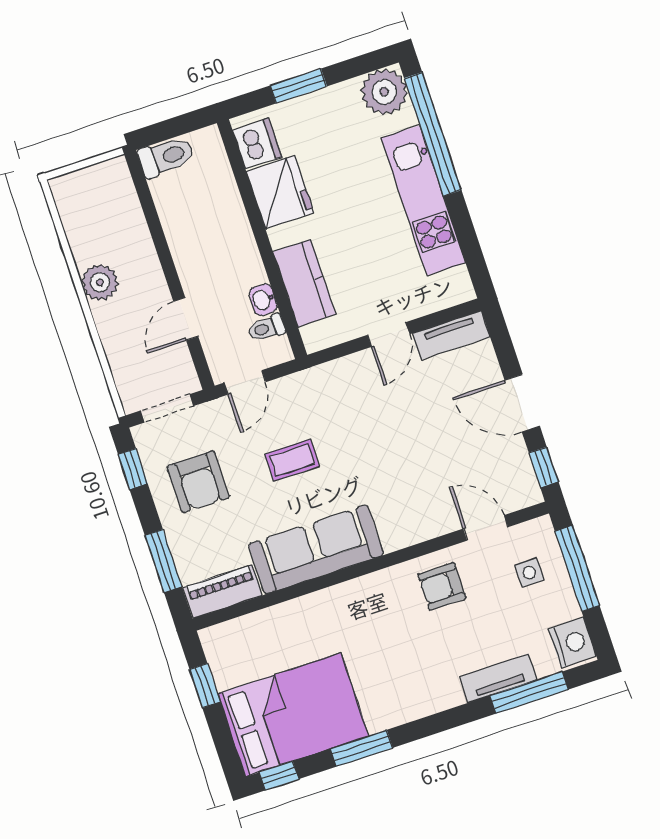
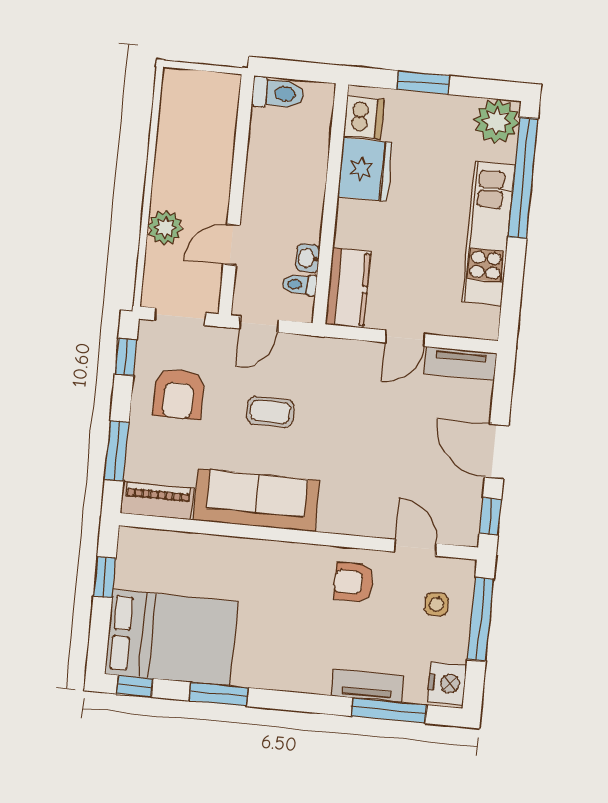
plant: (100, 282) -> (165, 227), moved
kitchen counter: (304, 283) -> (348, 288), moved

